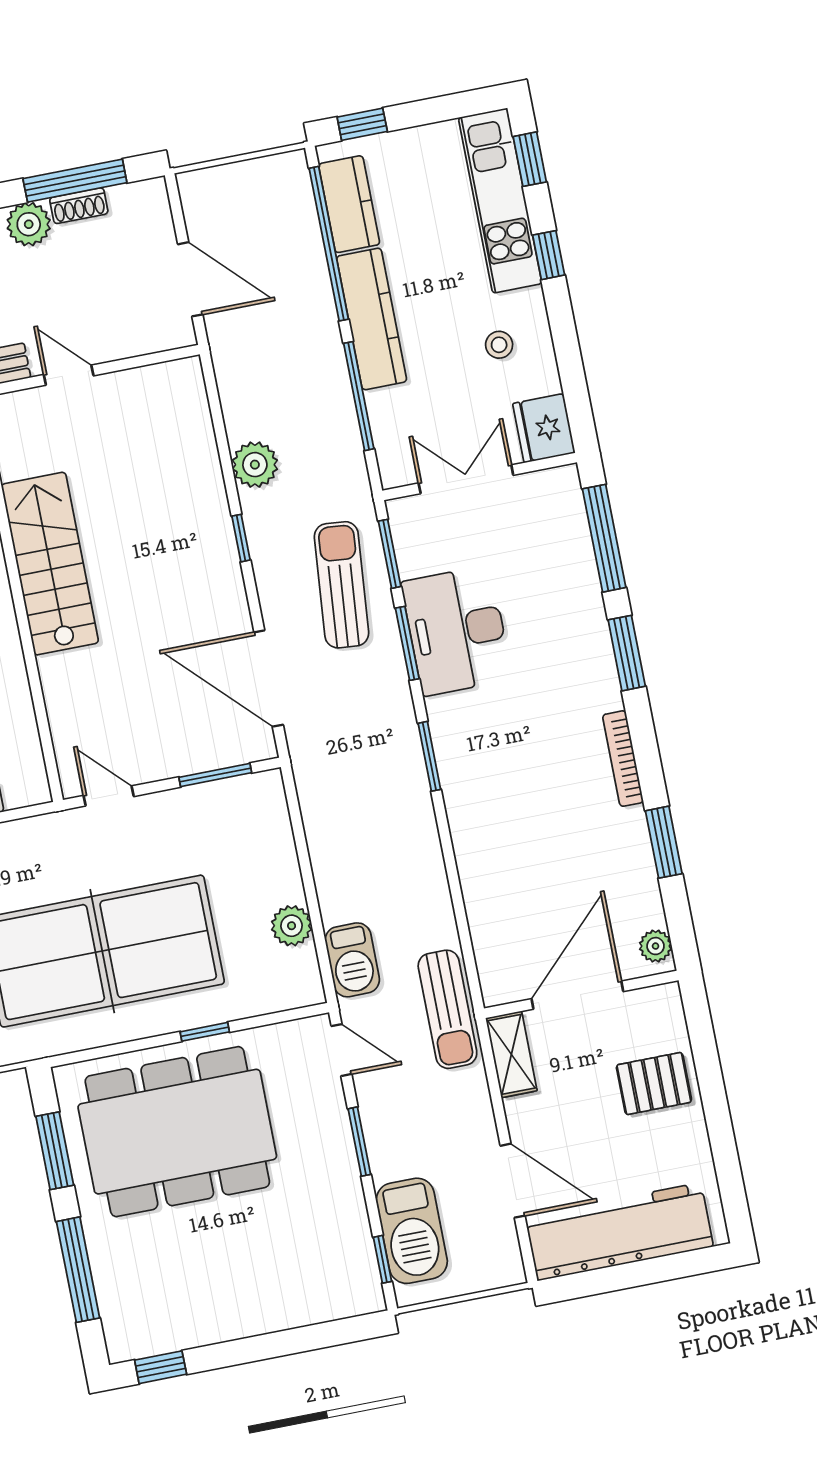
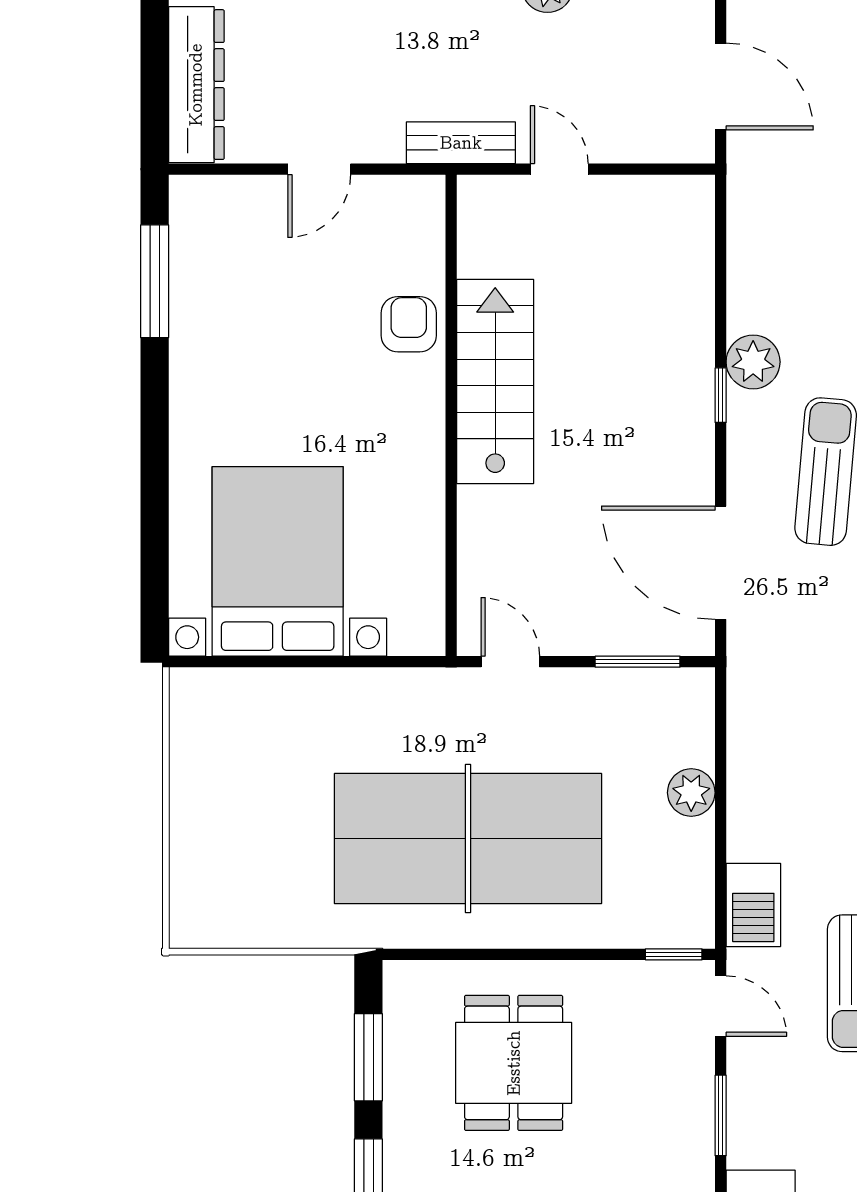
plant: (255, 465) -> (753, 362), moved
plant: (292, 926) -> (691, 793), moved
window: (205, 1032) -> (674, 954), moved
dining table: (177, 1132) -> (514, 1063), width x0.53, depth x0.80

